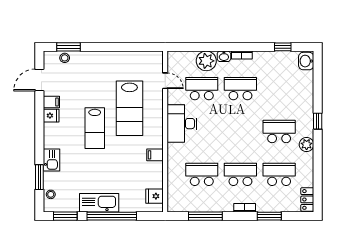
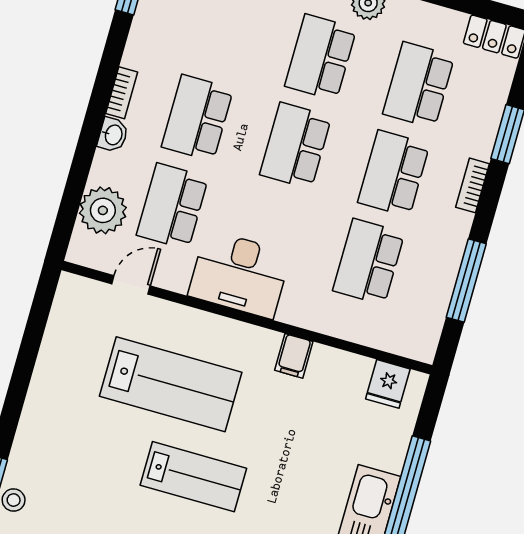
plant: (206, 61) -> (103, 210), moved
school desk: (240, 131) -> (296, 146), added

